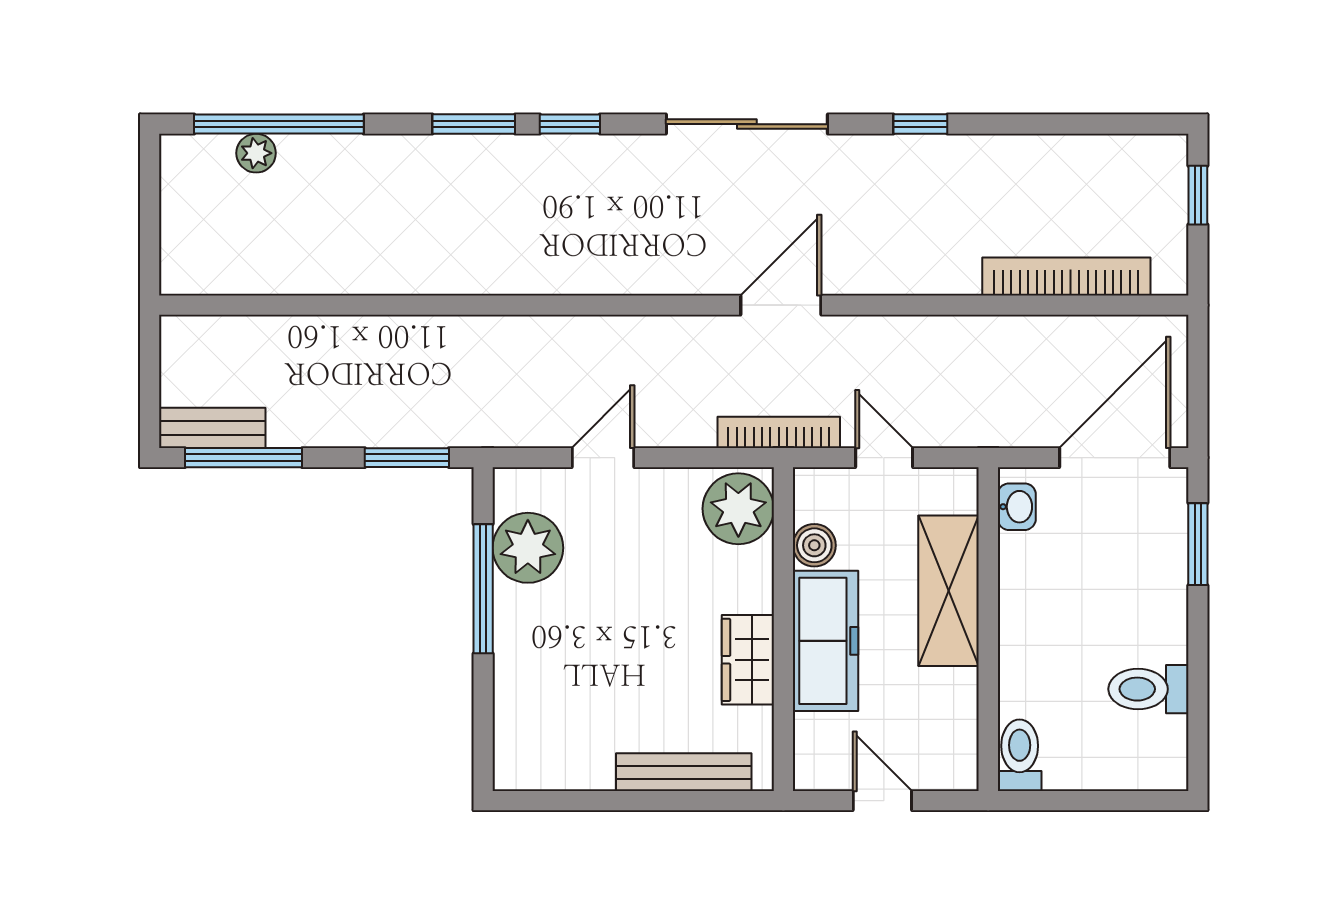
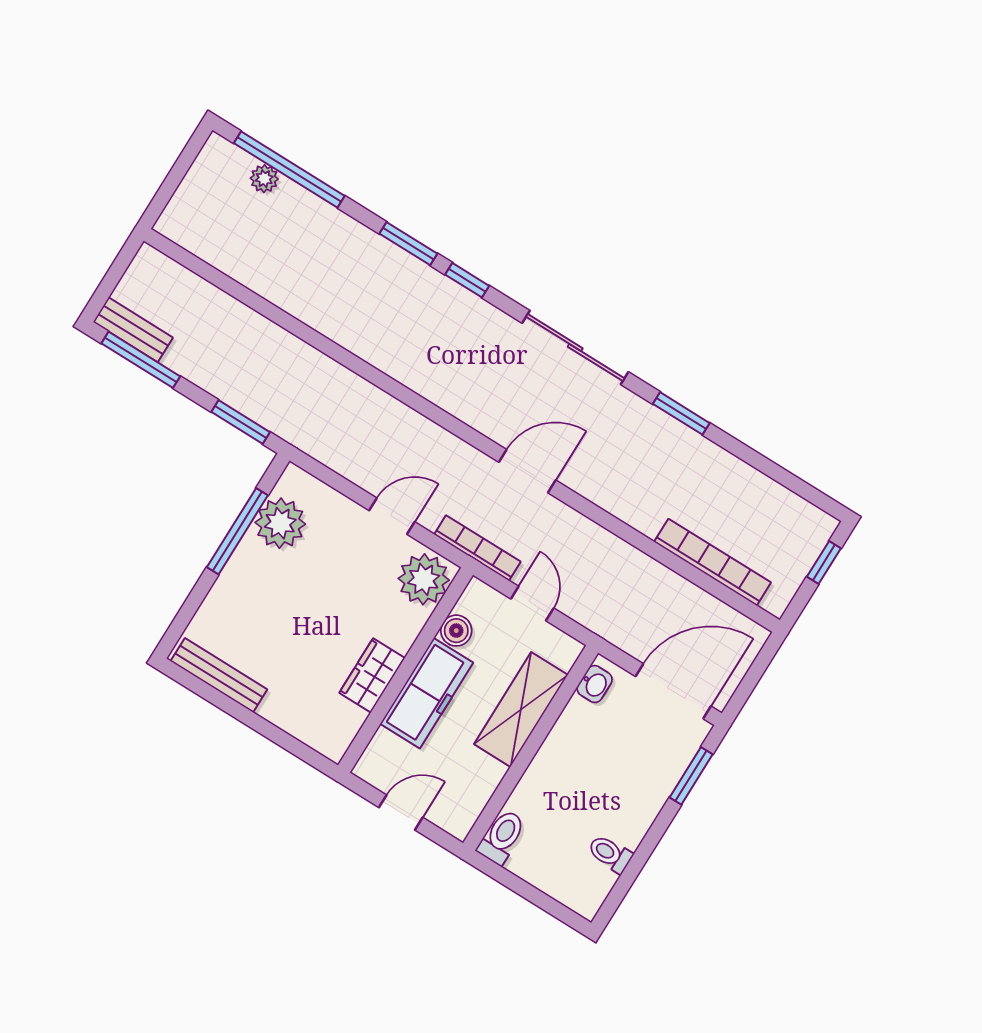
window: (920, 124) -> (681, 413), width x1.50
door: (603, 458) -> (392, 516), moved
toilet: (1148, 689) -> (610, 854), width x0.73, depth x0.72
bench: (684, 772) -> (219, 675), moved
door: (882, 801) -> (401, 812), hinge flipped

